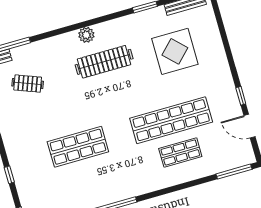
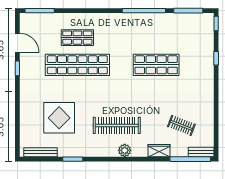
wardrobe: (46, 46) -> (159, 151), added

